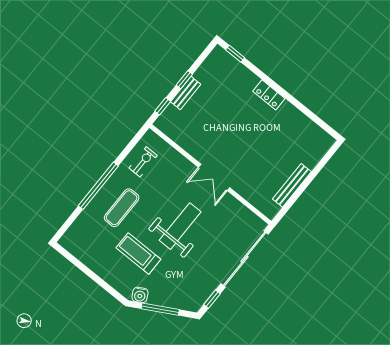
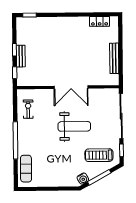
locker: (269, 95) -> (100, 21), moved
double door: (214, 177) -> (71, 87), width x1.37
exercise mat: (122, 208) -> (26, 169), moved
weight bench: (180, 226) -> (74, 126), turned 90
treadmill: (138, 253) -> (99, 155), moved

